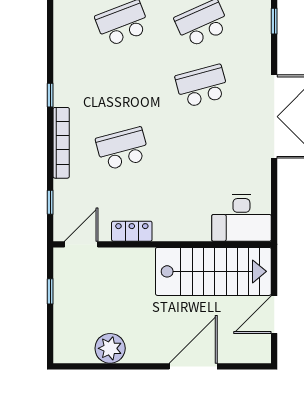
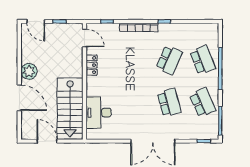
school desk: (122, 149) -> (169, 60), moved, turned 39
desk: (241, 218) -> (99, 113), moved
door: (50, 336) -> (36, 21), added
plant: (110, 348) -> (29, 71), moved

